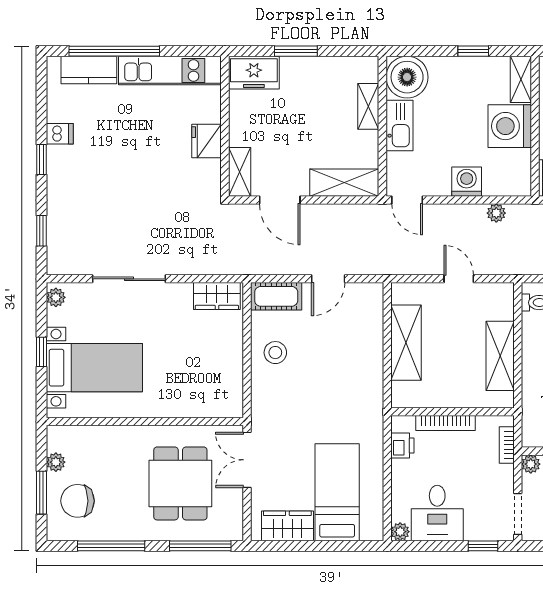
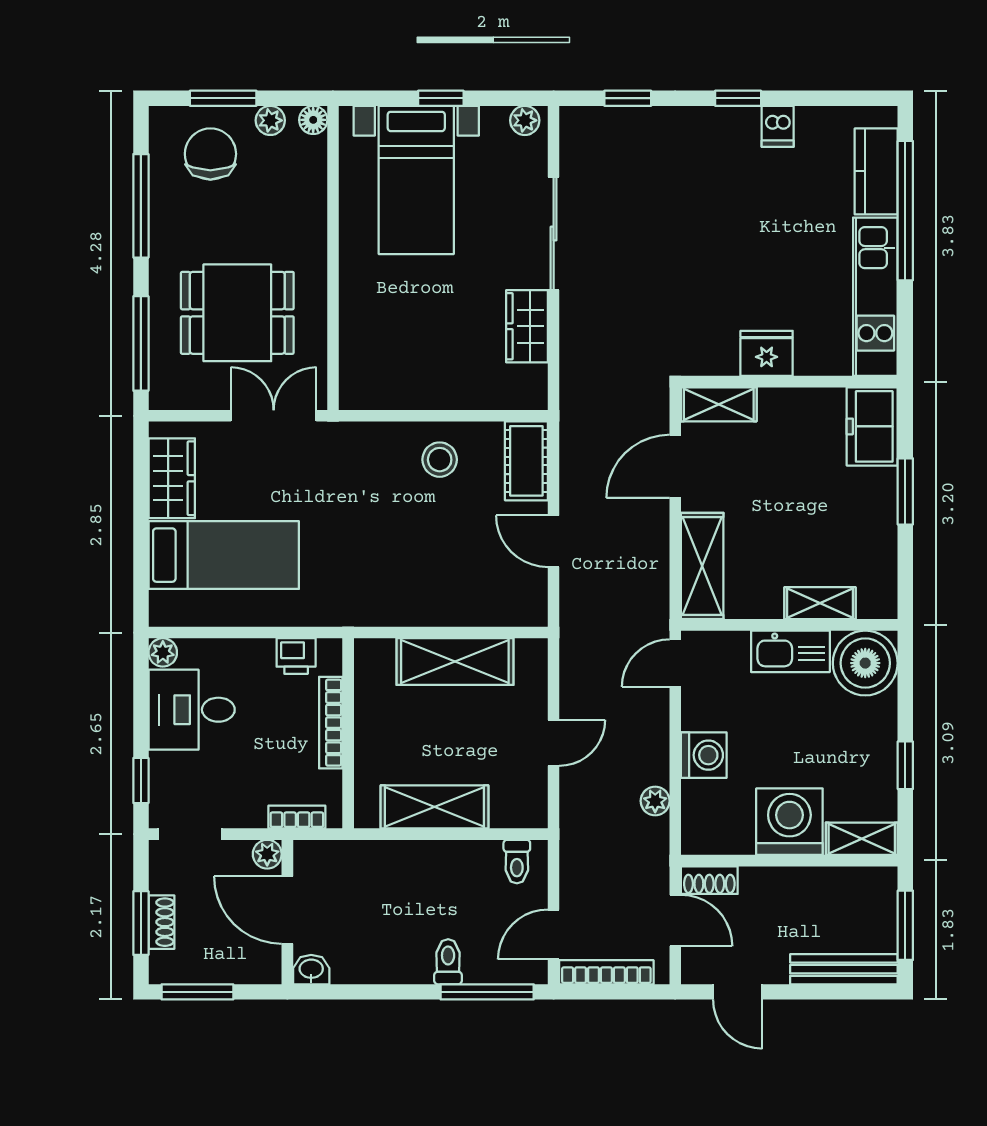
wardrobe: (217, 296) -> (527, 326), moved
floor lamp: (55, 434) -> (313, 120), added

